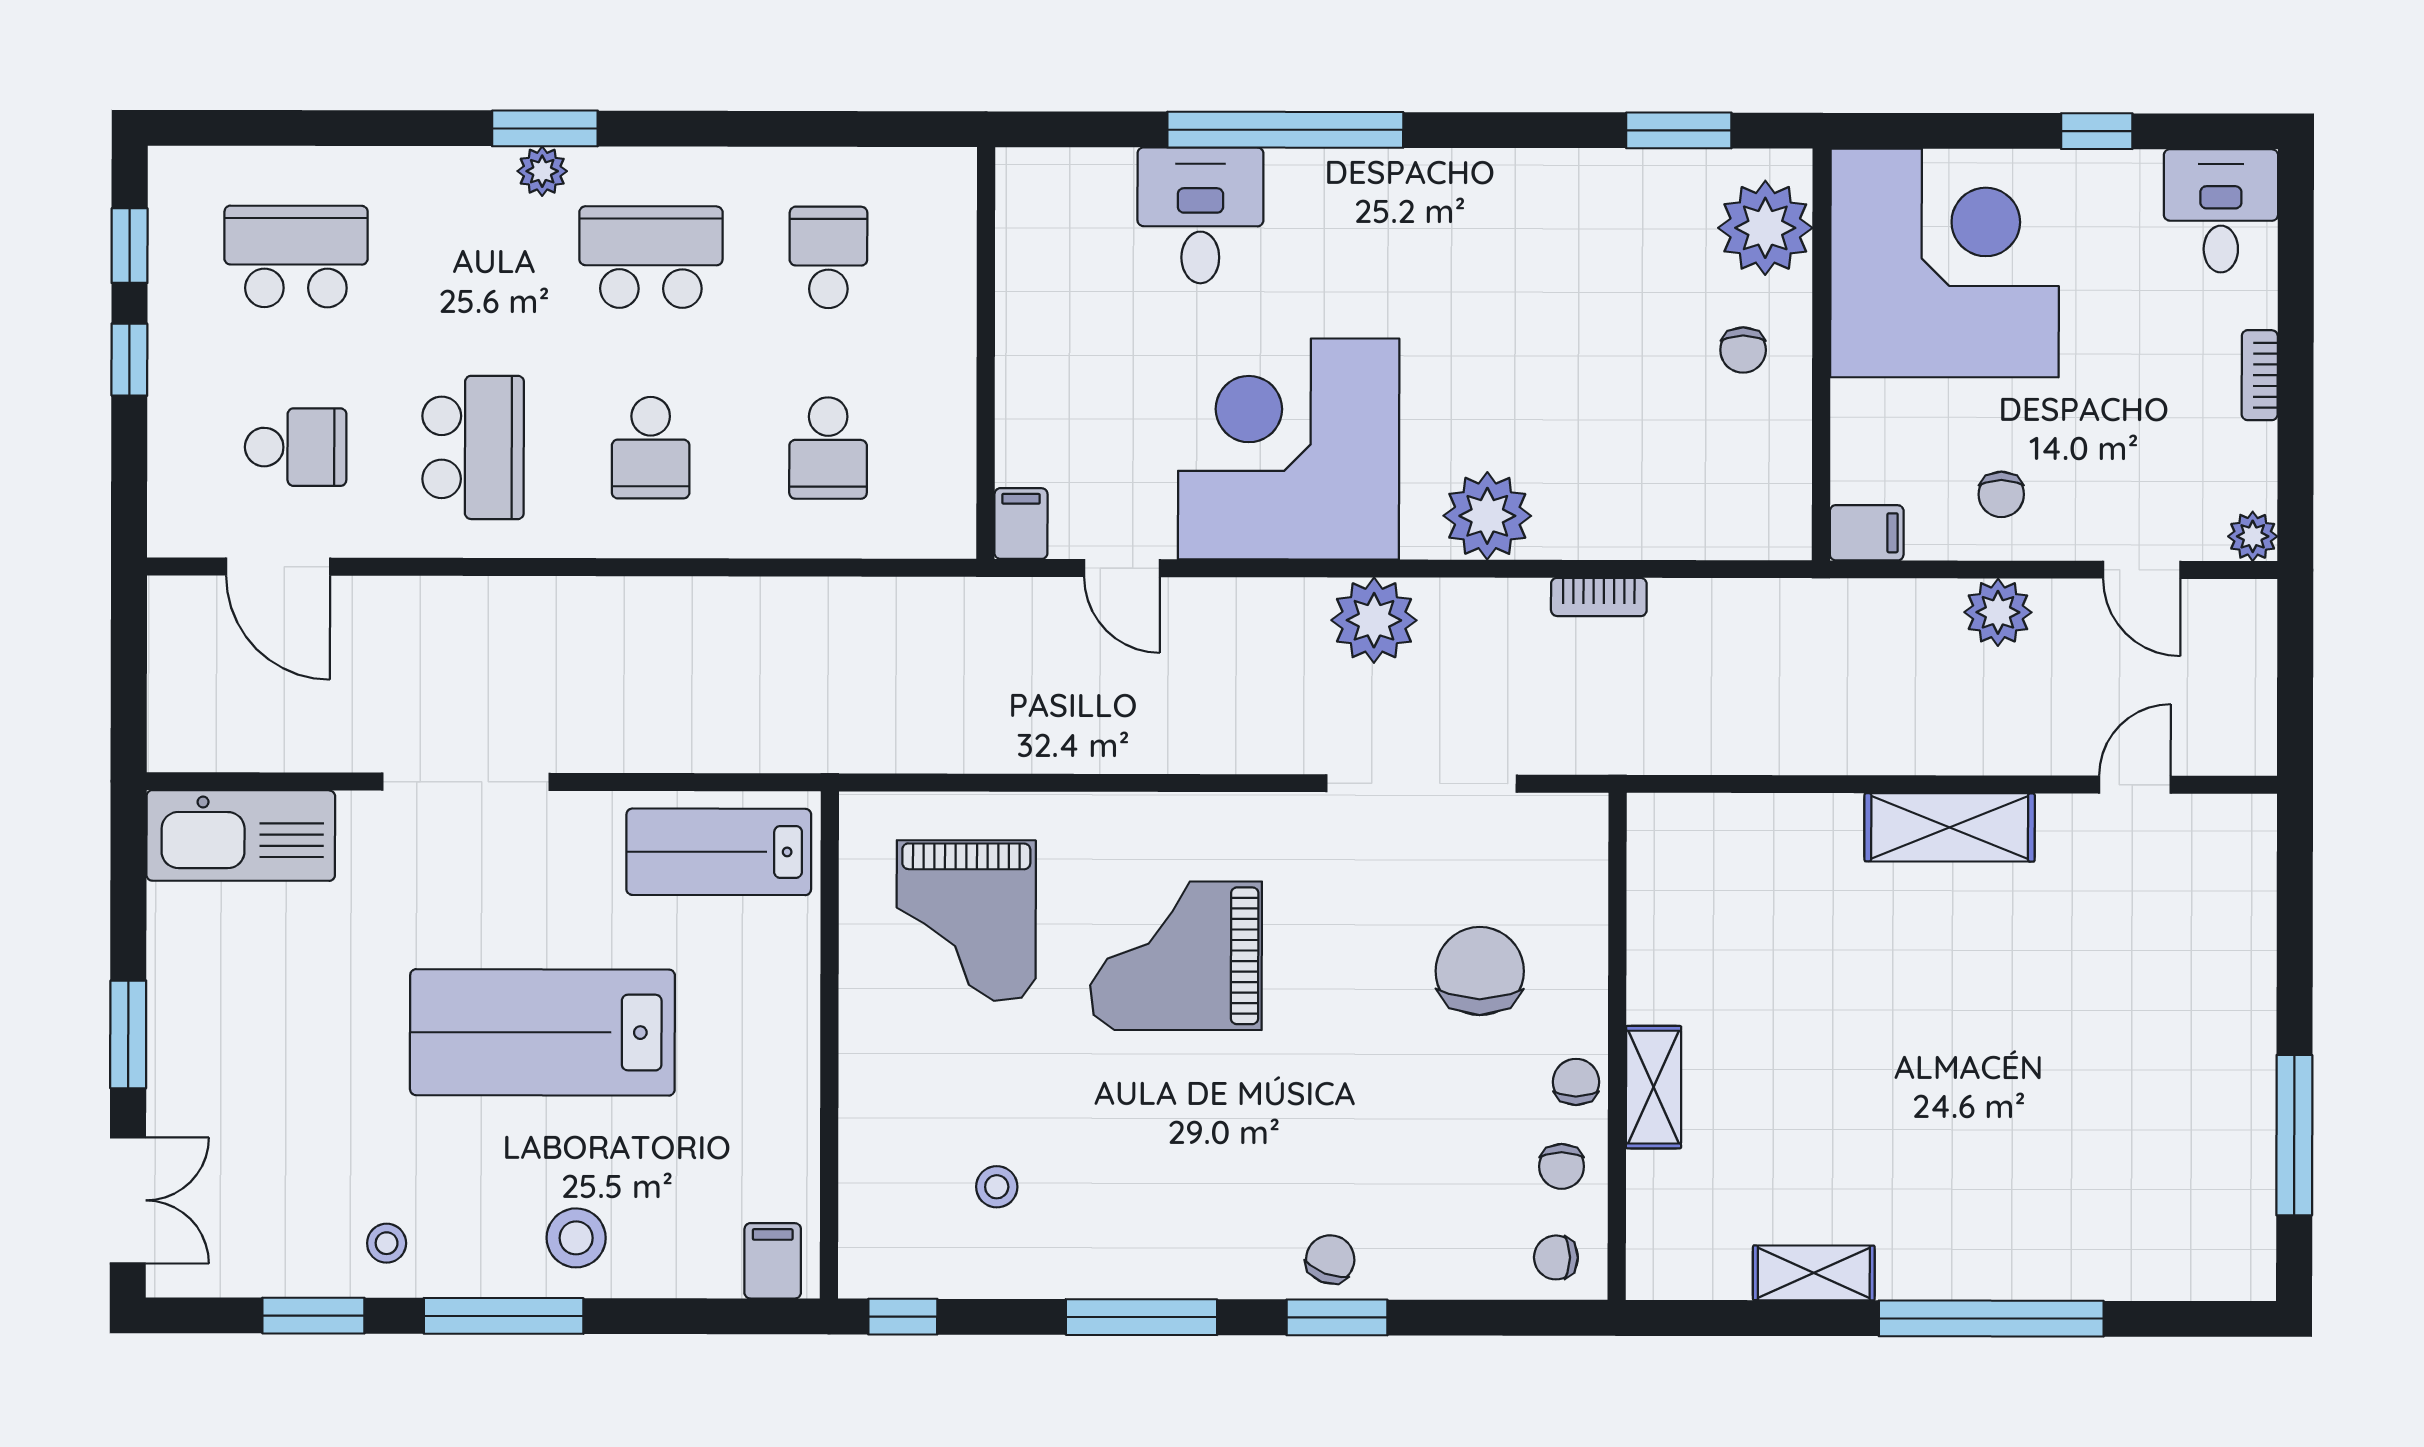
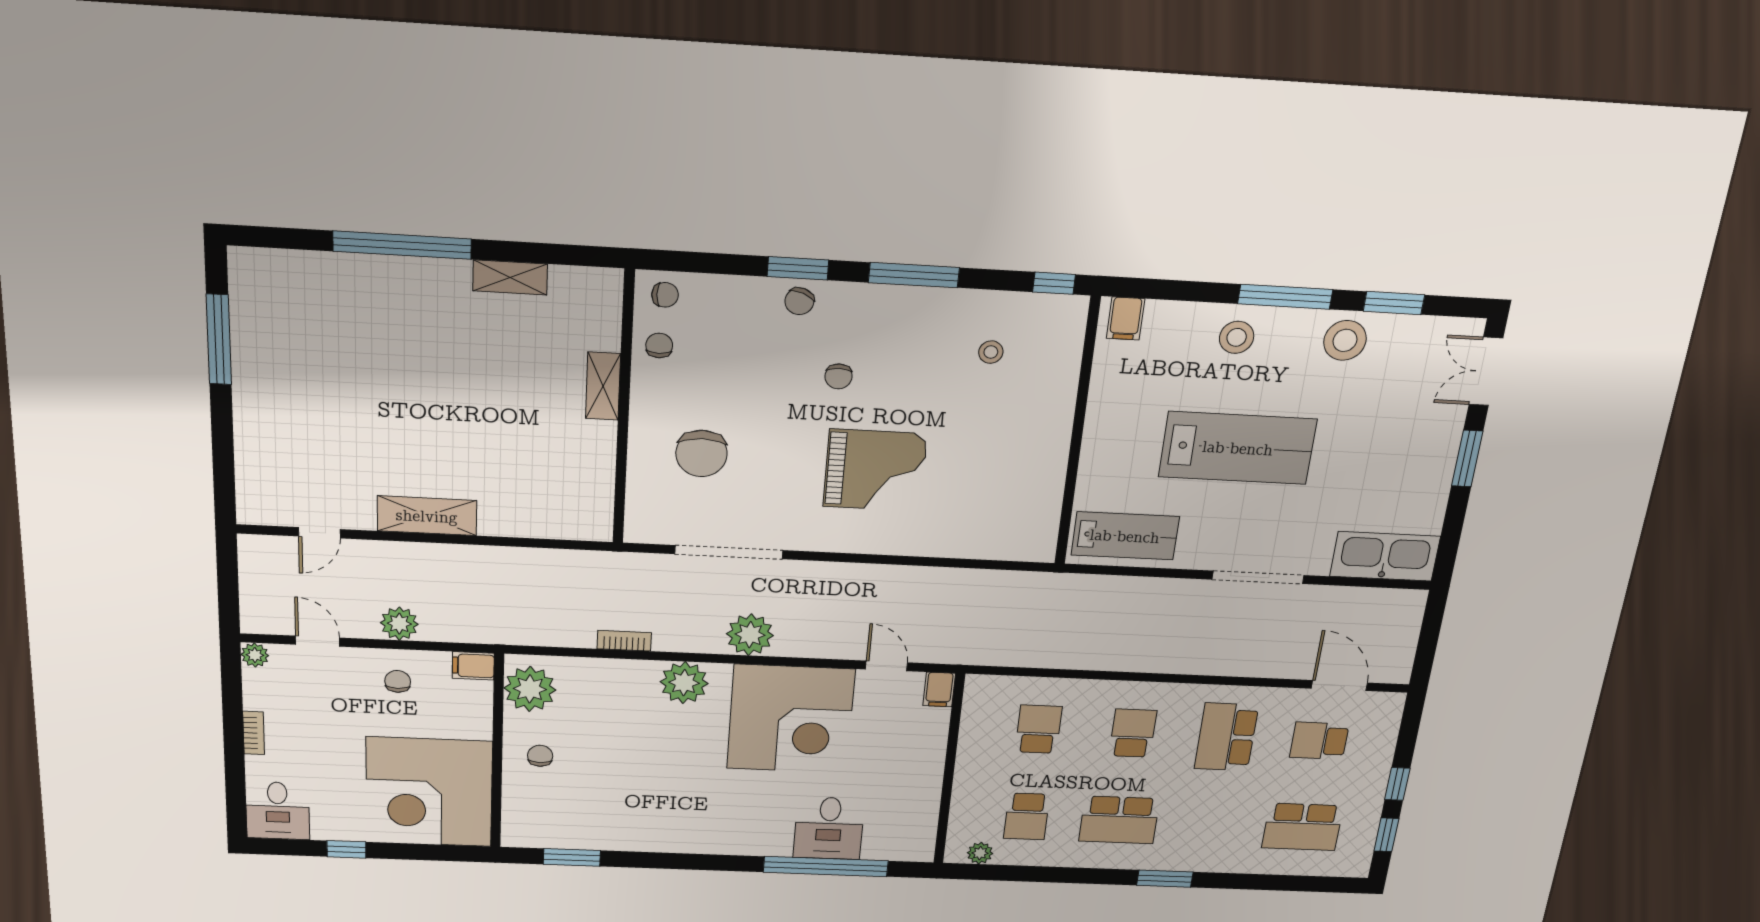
window: (1285, 130) -> (826, 866), moved
plant: (542, 171) -> (980, 853), moved
plant: (1765, 228) -> (530, 689), moved
grand piano: (966, 921) -> (992, 494), removed
chair: (1576, 1082) -> (839, 376), moved
stool: (387, 1243) -> (1345, 340), width x1.89, depth x1.89

